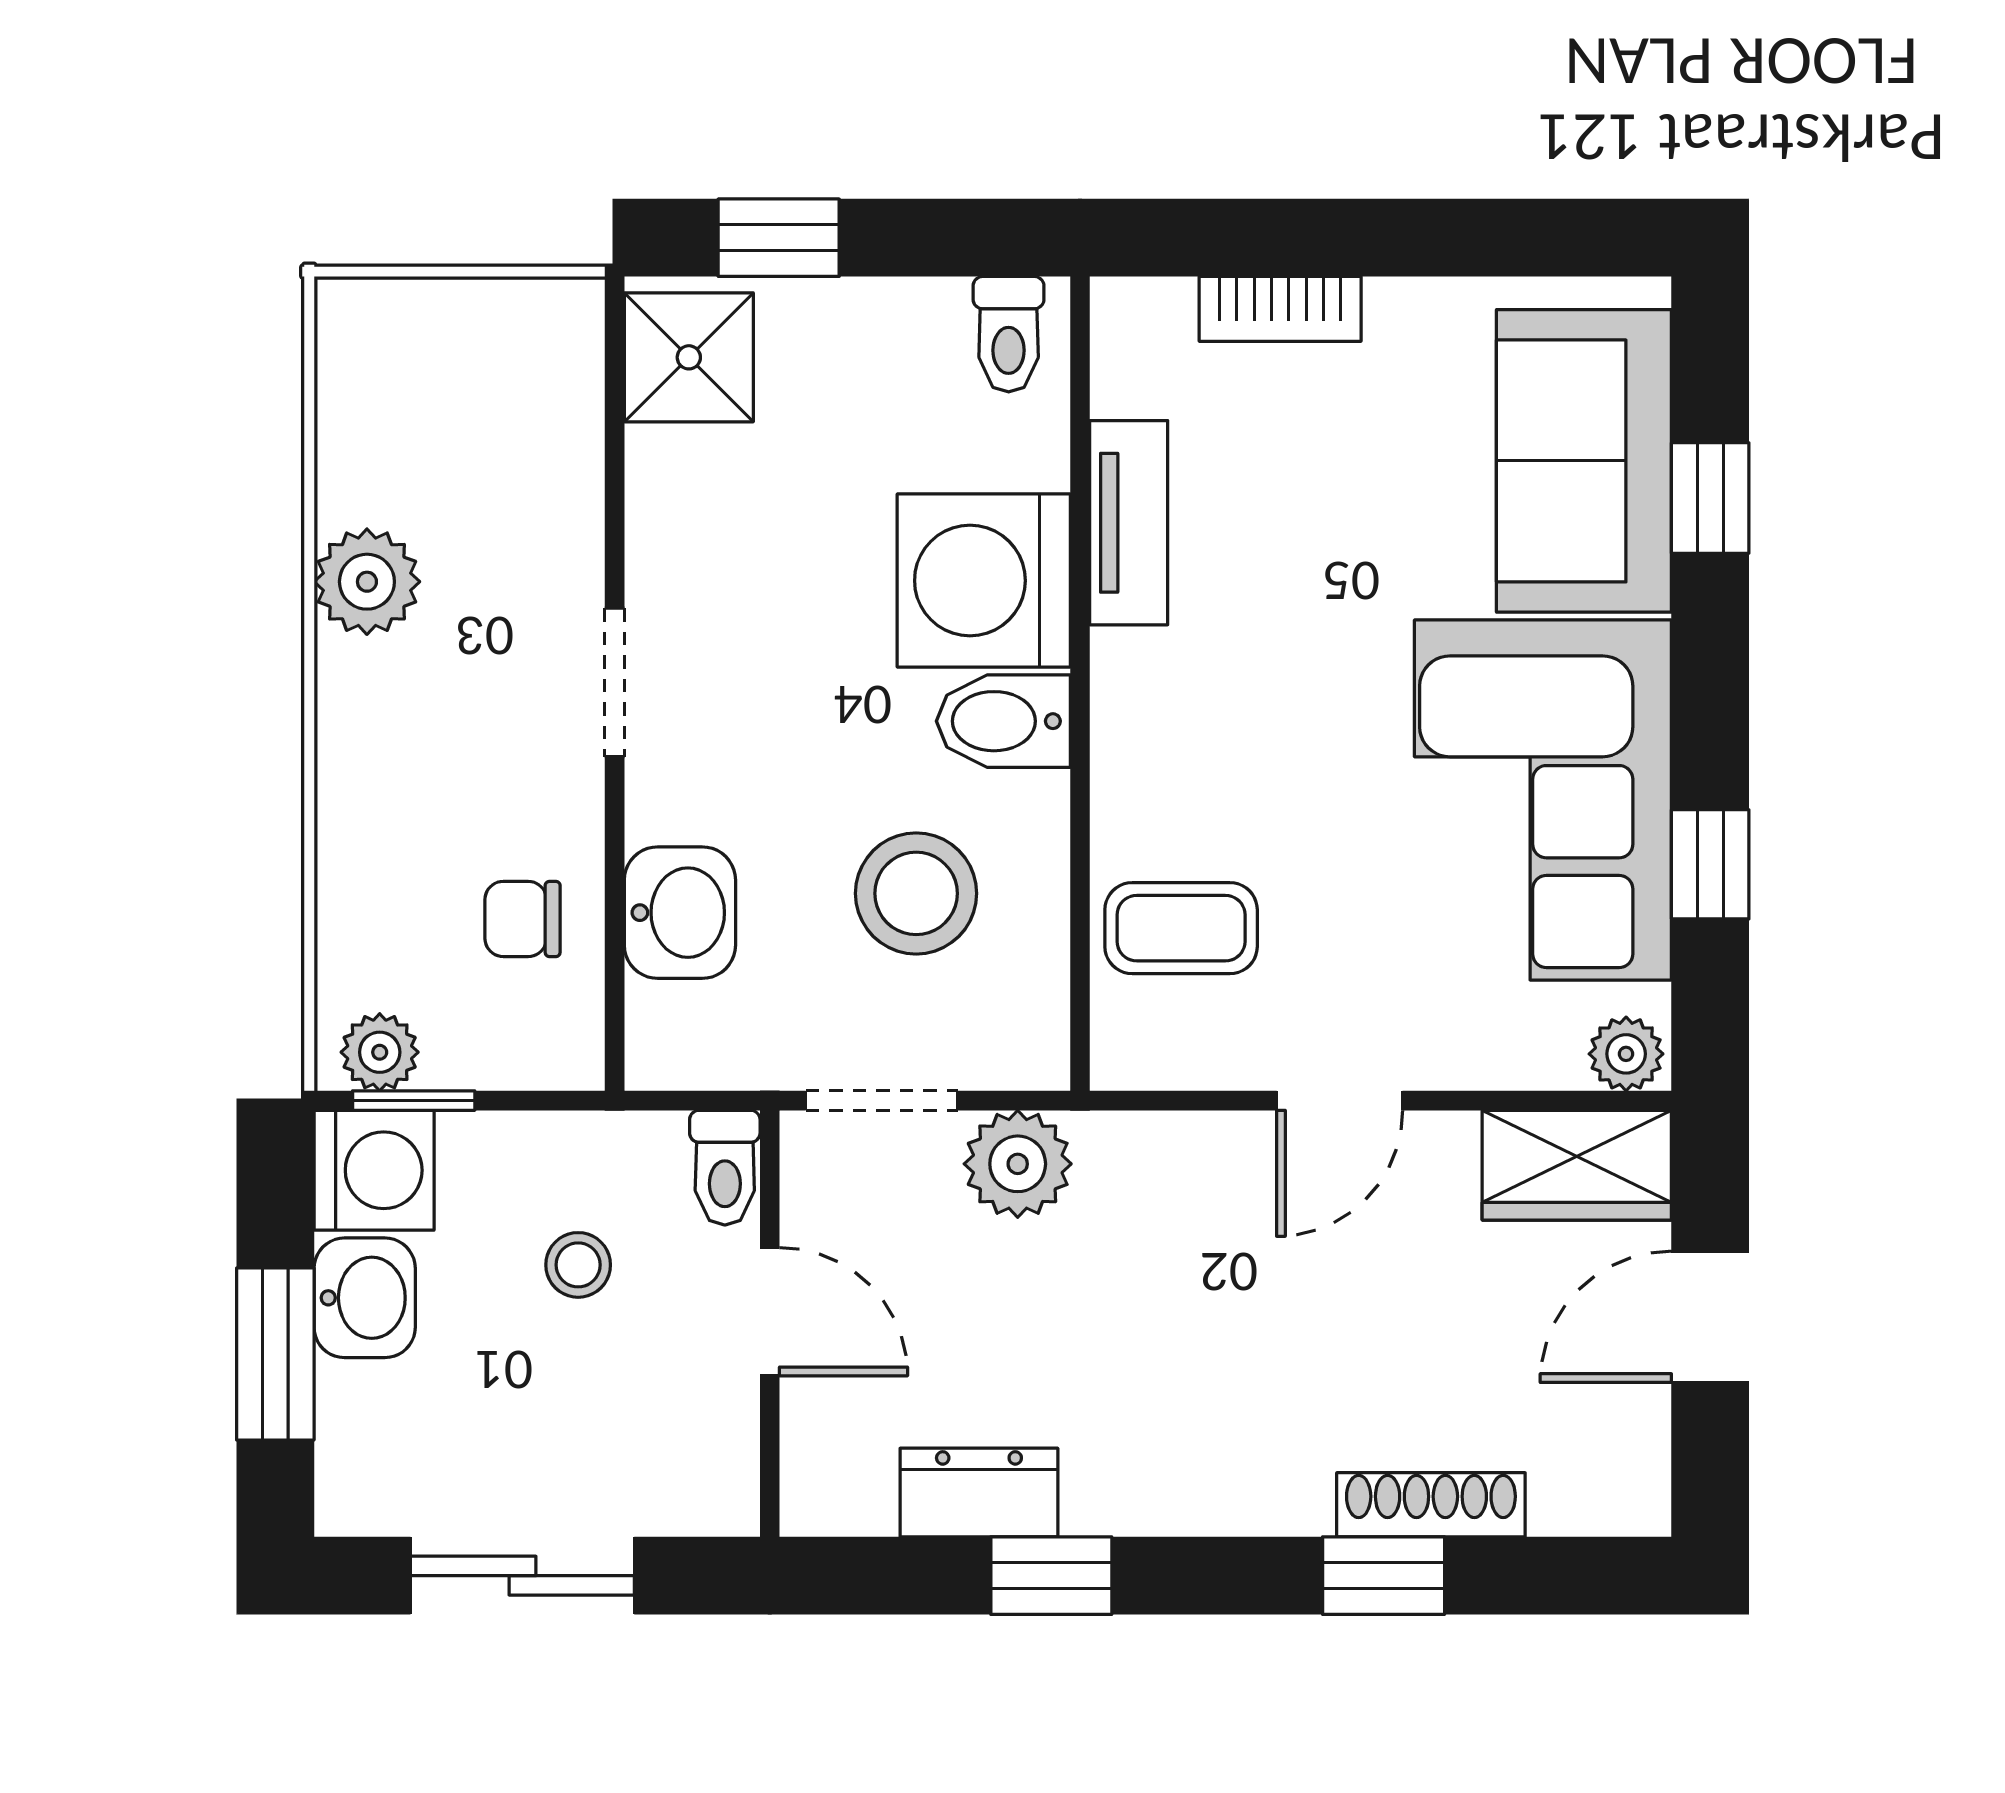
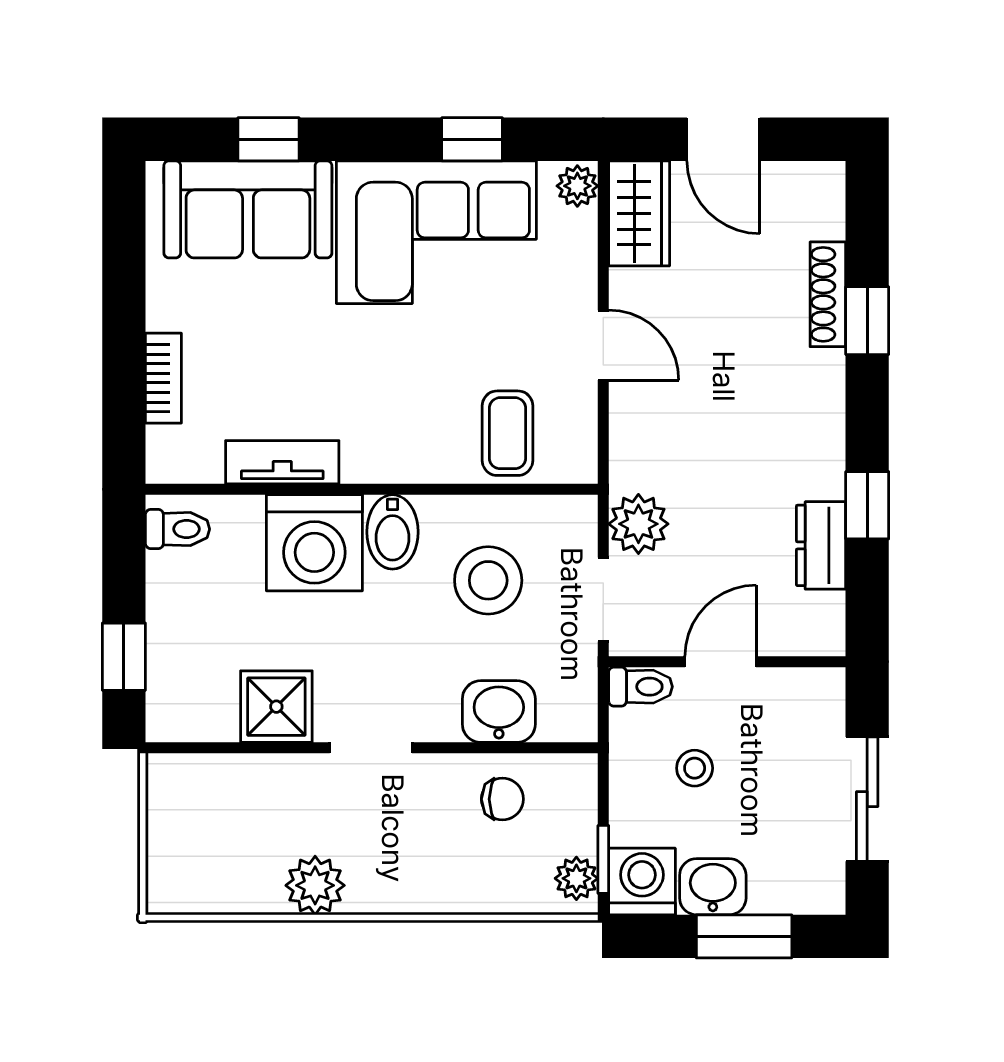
shower: (689, 357) -> (276, 707), moved
chair: (523, 919) -> (502, 799), turned -90

